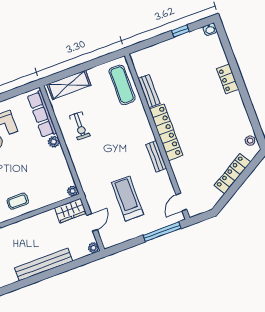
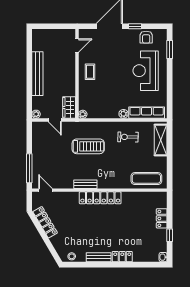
locker: (164, 48) -> (162, 218), added
bench: (149, 91) -> (99, 257), moved
locker: (232, 174) -> (45, 222), moved
treadmill: (128, 199) -> (88, 146), moved

